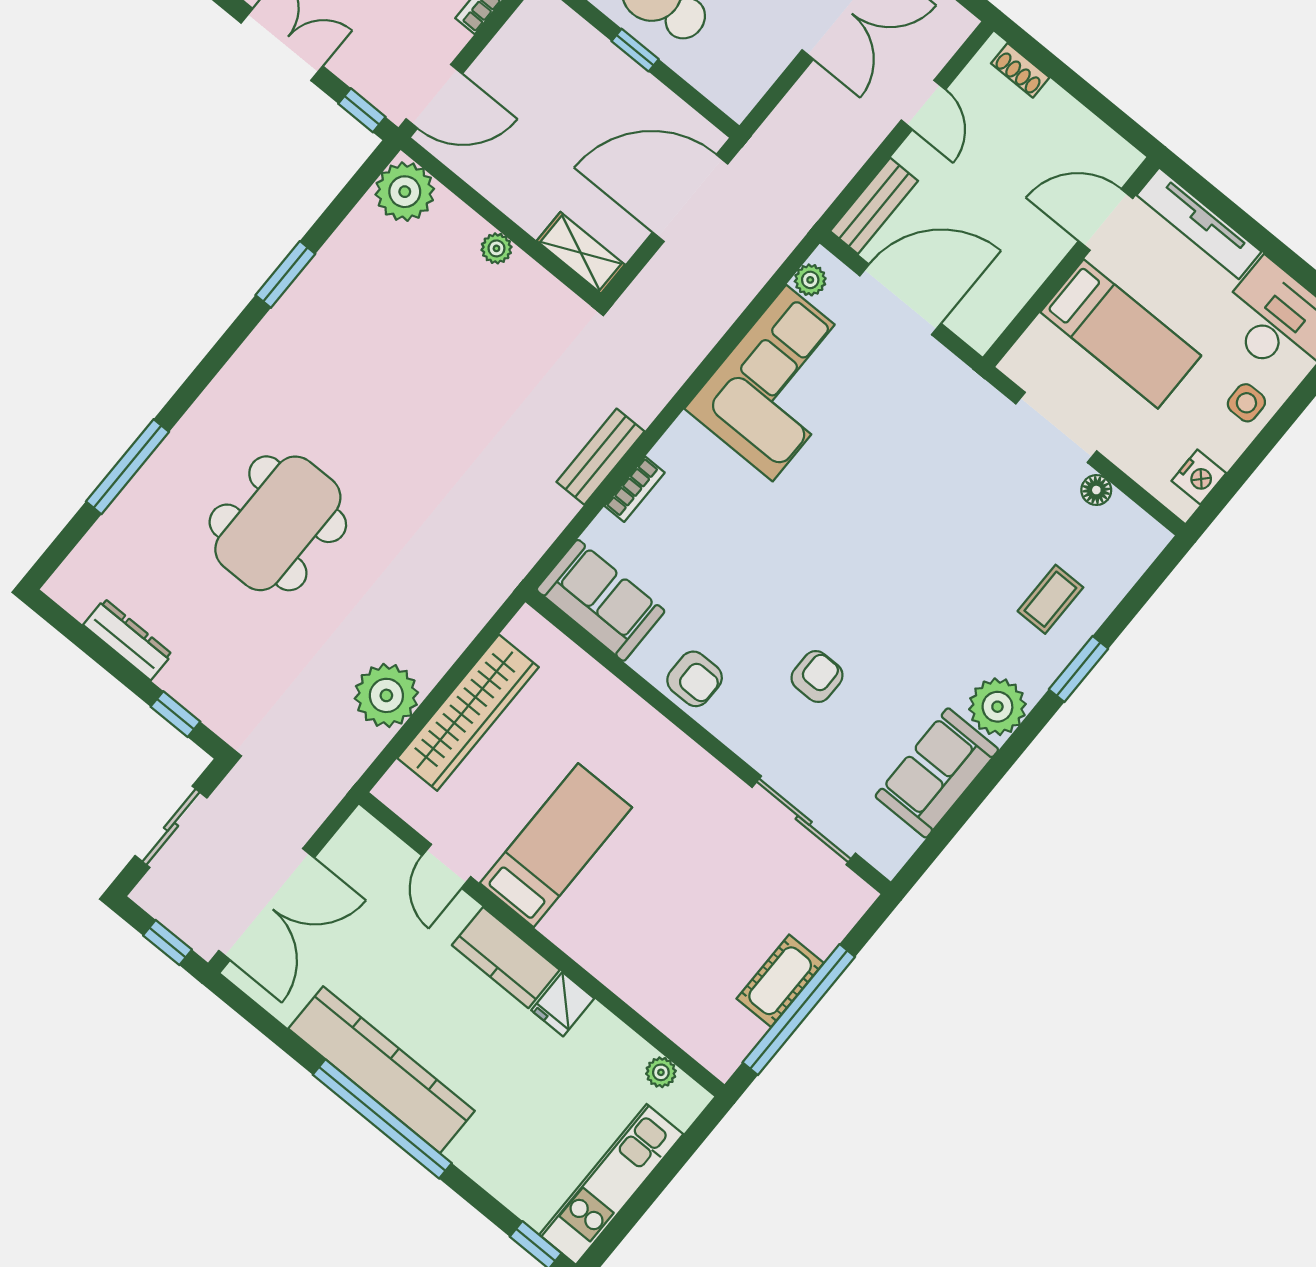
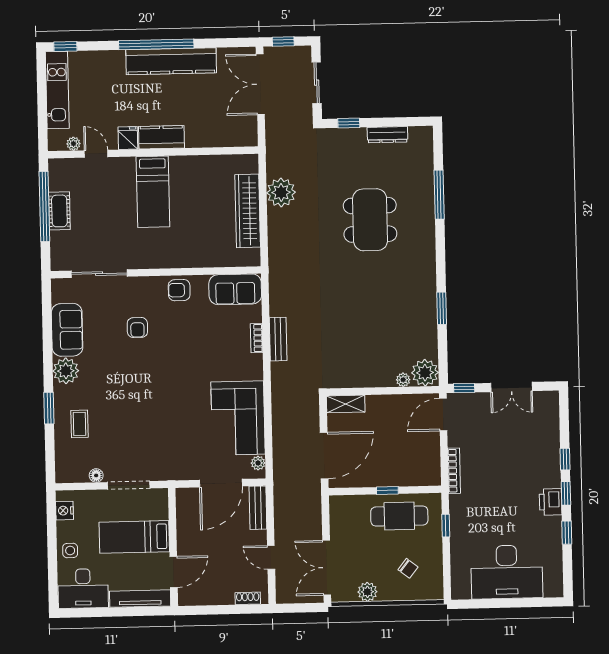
plant: (496, 248) -> (403, 380), moved
bed: (556, 845) -> (153, 192), moved
door: (446, 866) -> (96, 154), moved

